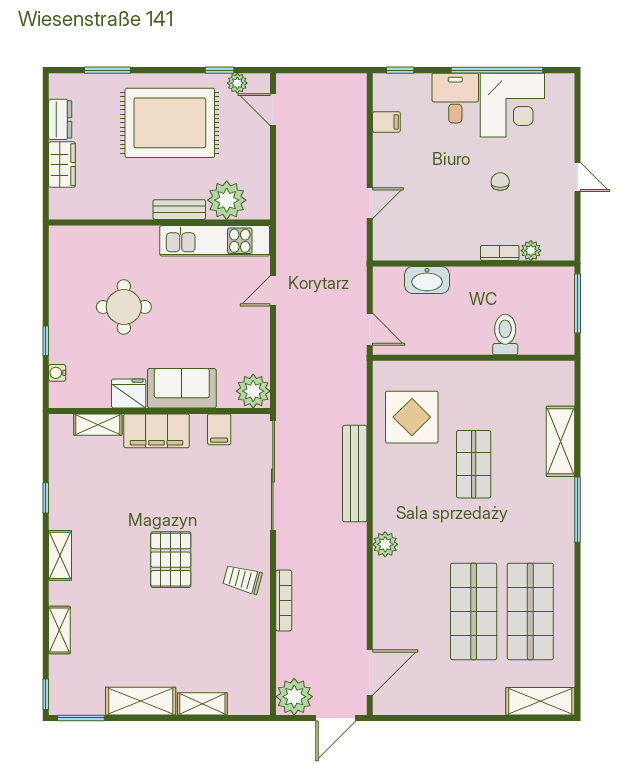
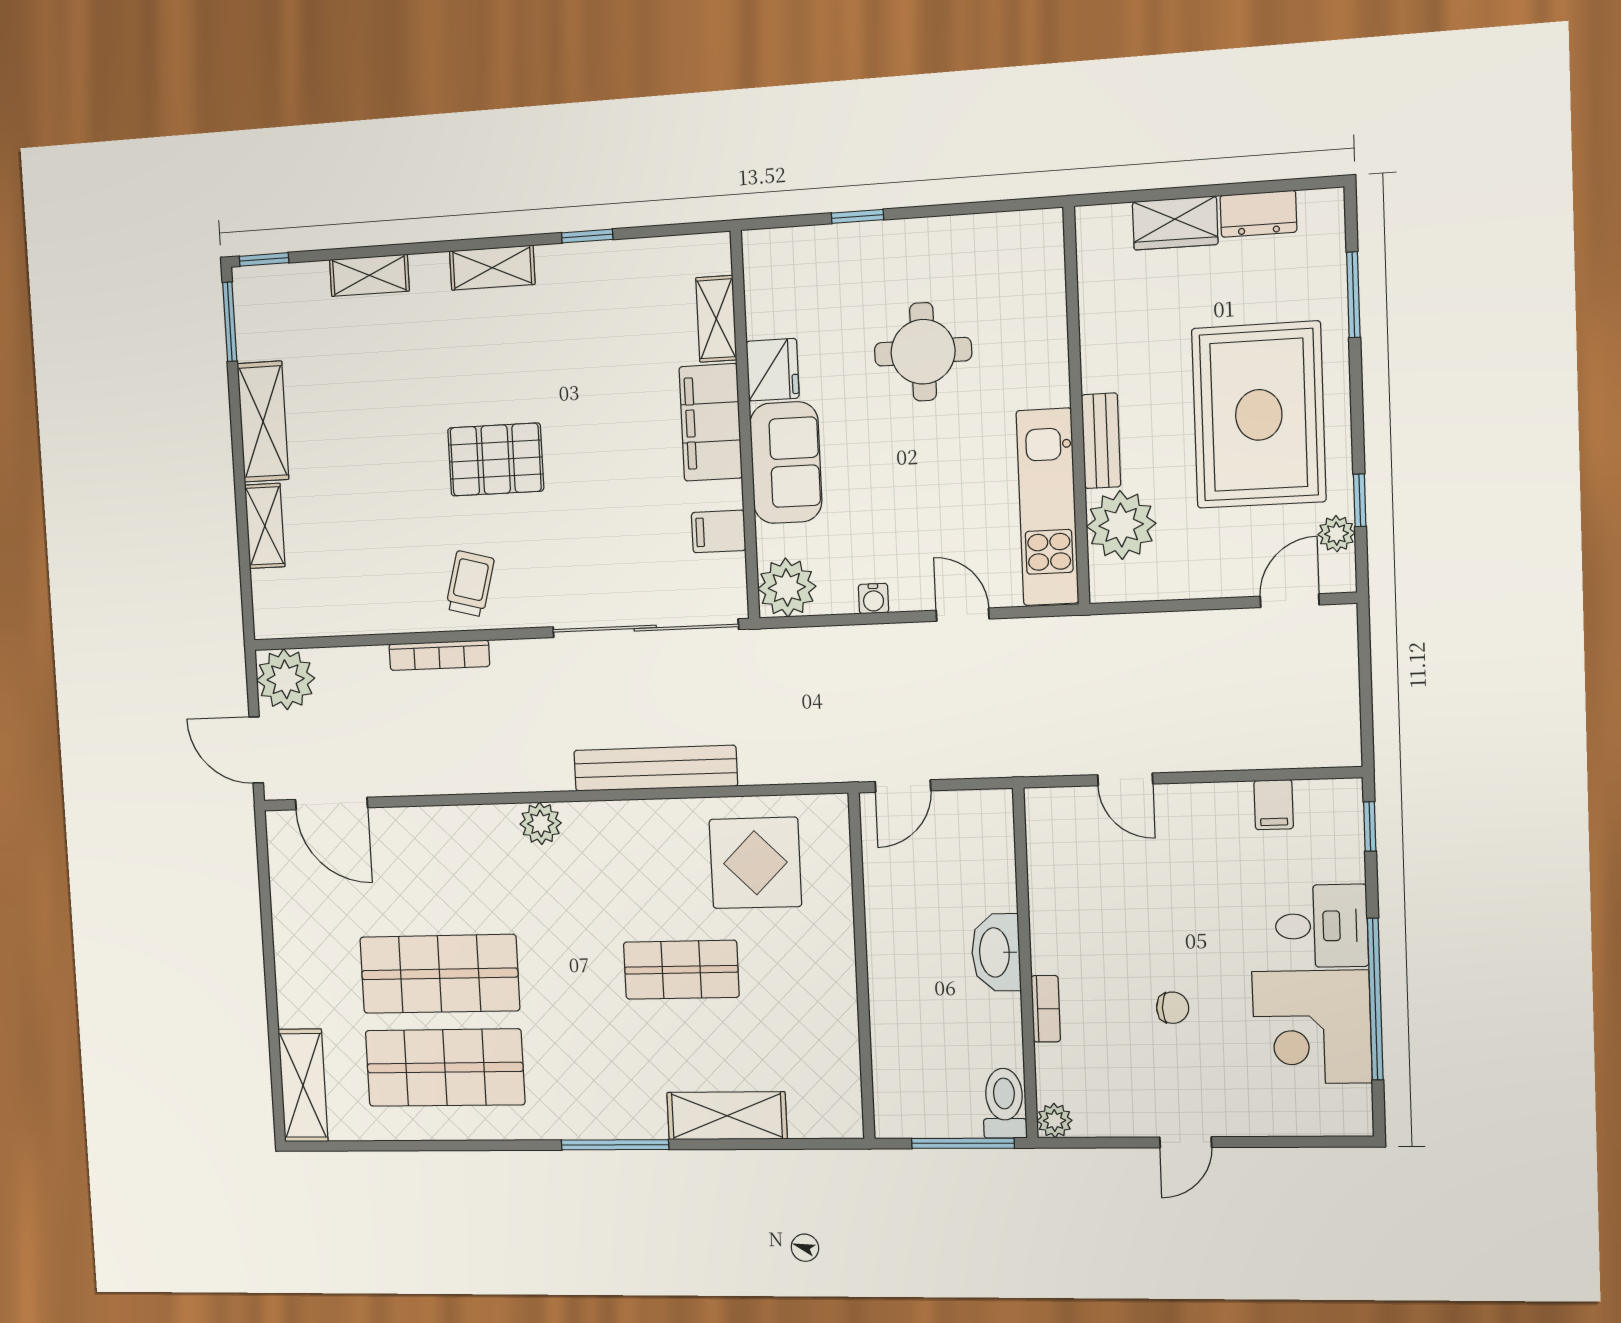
plant: (531, 251) -> (1054, 1121), moved
washbasin: (427, 280) -> (996, 952), moved
toilet: (505, 335) -> (1004, 1103), moved, turned -90
water cooler: (57, 373) -> (873, 599), moved, turned 180

